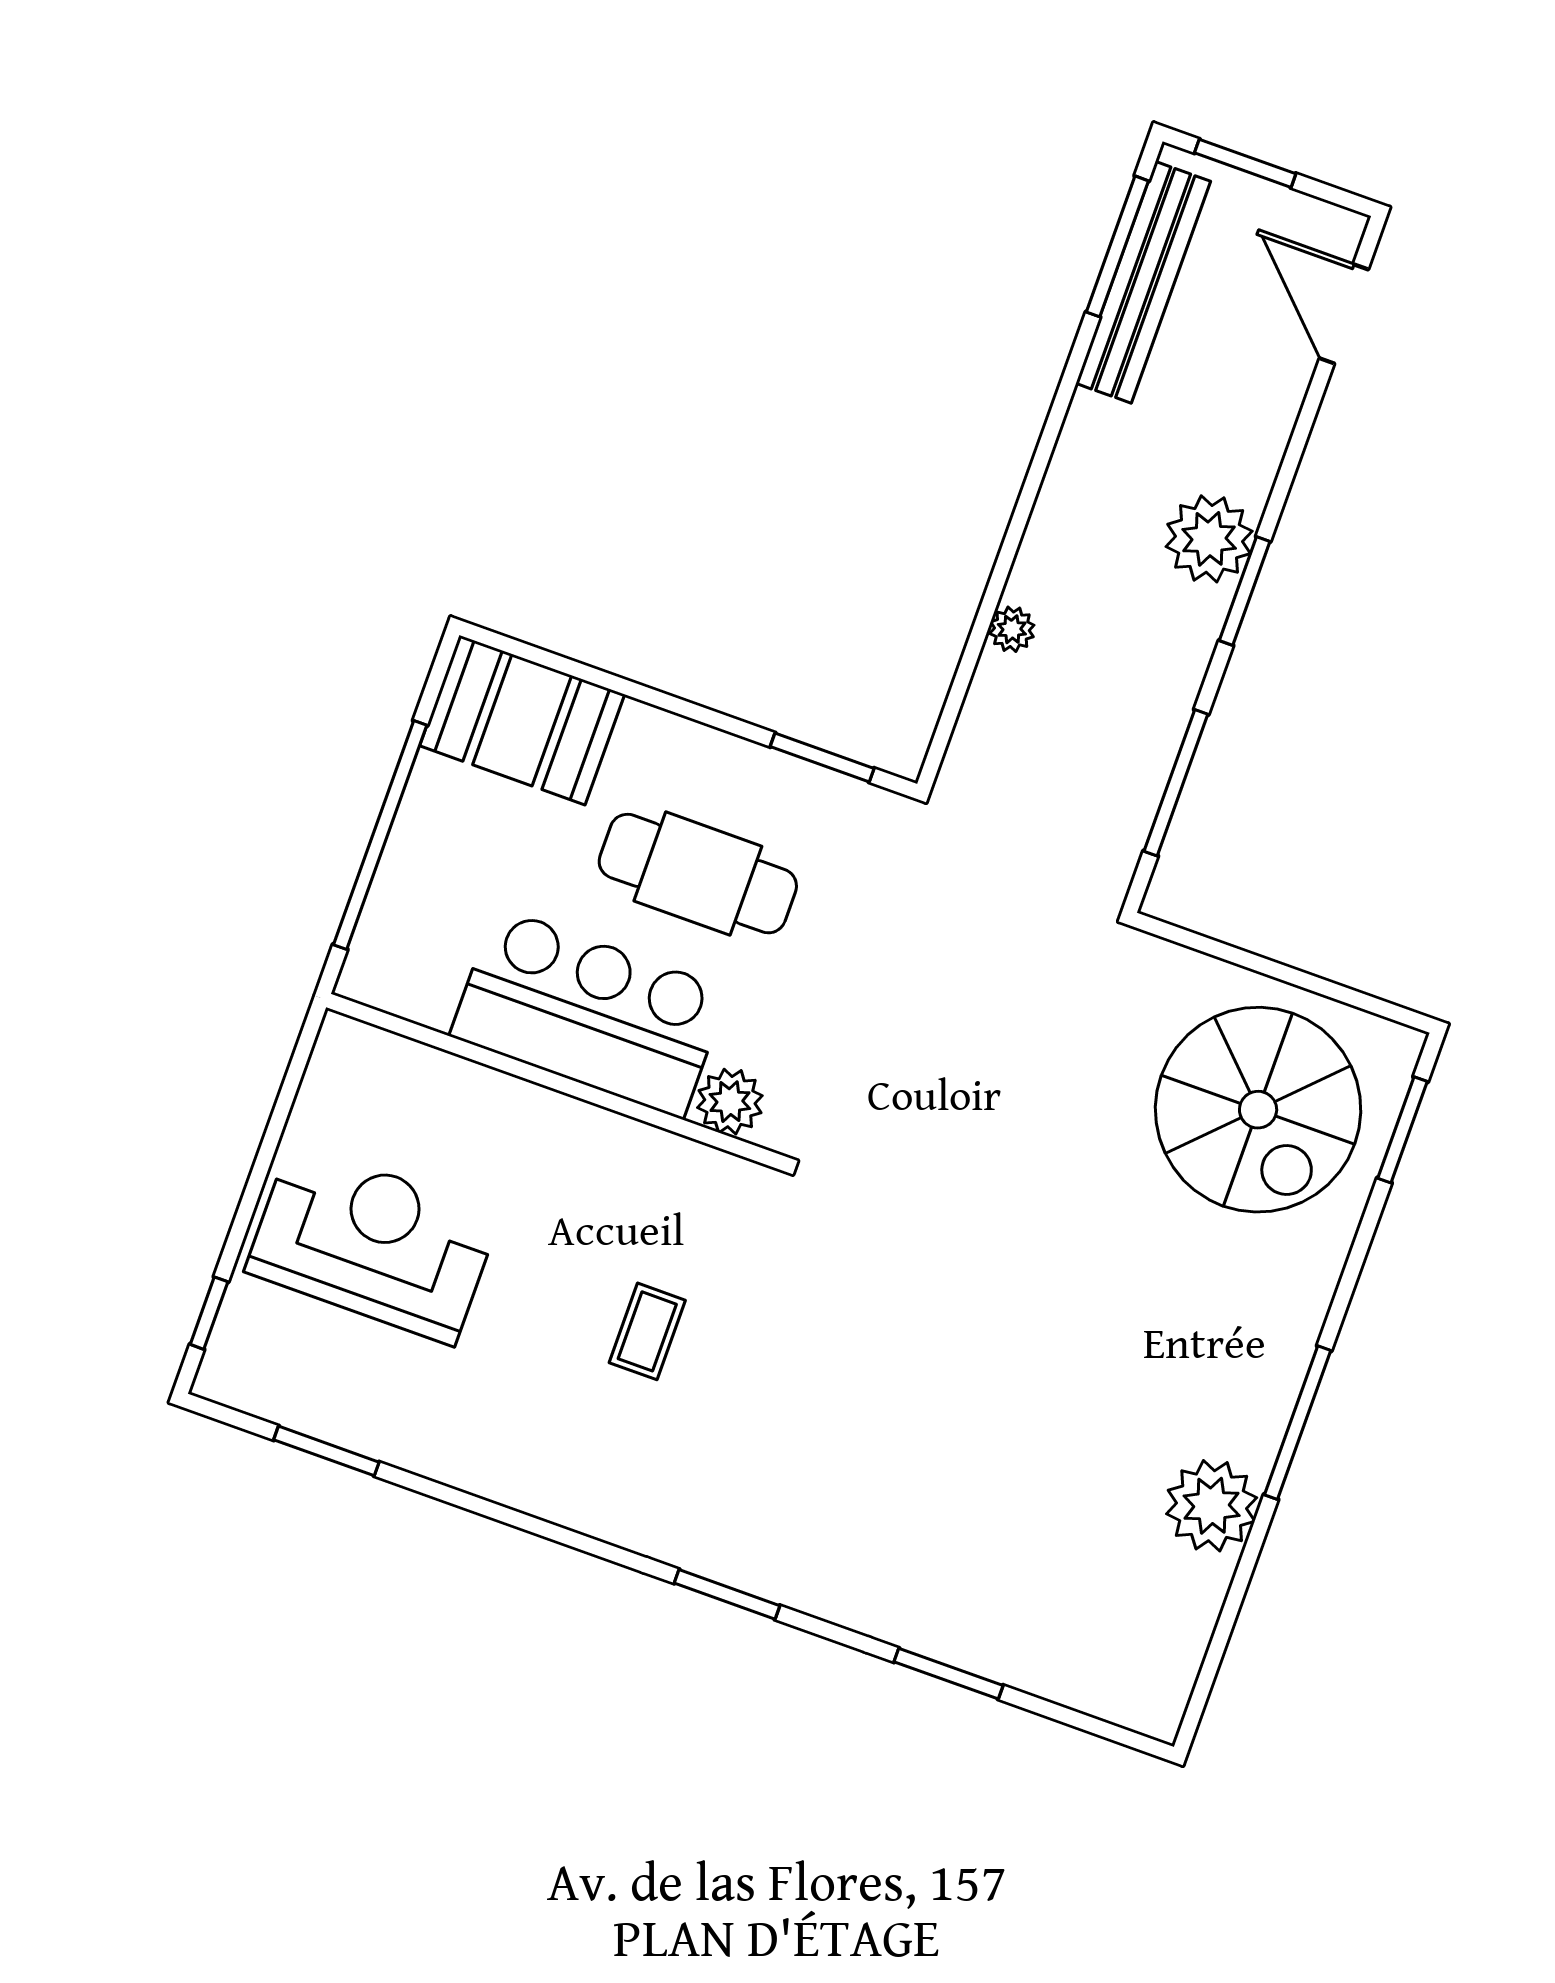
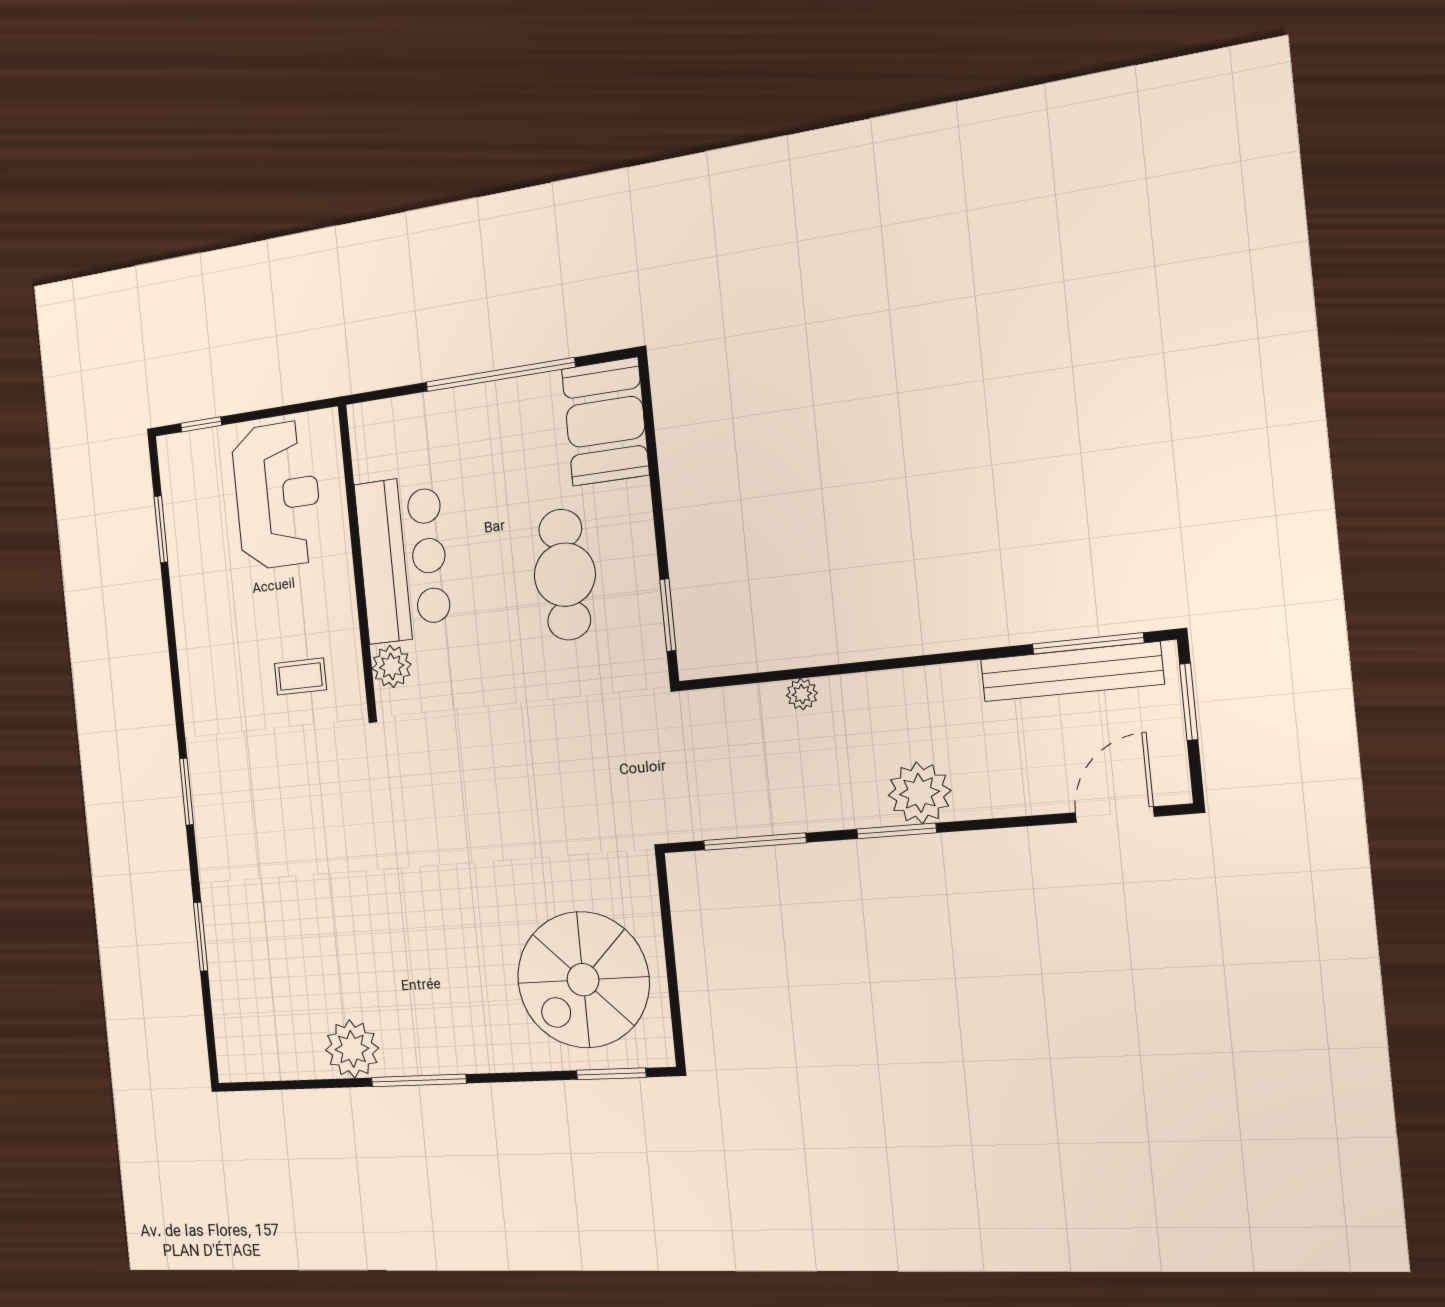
bar counter: (589, 1013) -> (403, 559), moved
wall: (555, 1082) -> (357, 559), moved
plant: (730, 1102) -> (392, 666), moved

